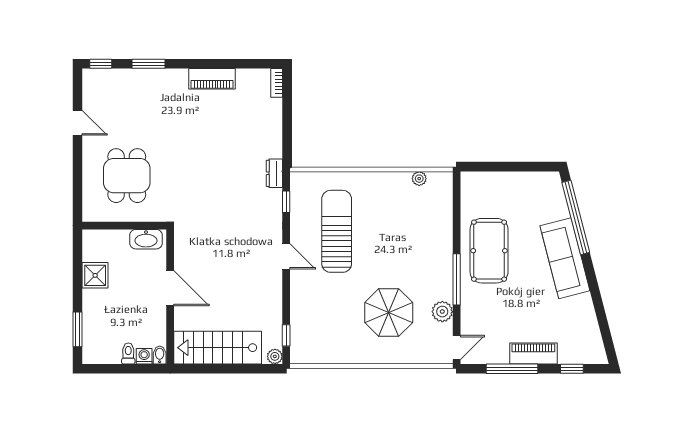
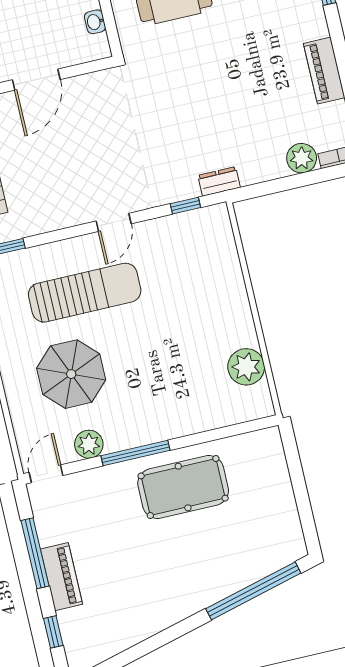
plant: (271, 110) -> (302, 158), added
plant: (419, 179) -> (246, 367), width x1.87, depth x1.87
sun lounger: (337, 231) -> (85, 293), moved
washbasin: (146, 239) -> (95, 22), width x0.52, depth x0.69
sofa: (565, 258) -> (196, 589), removed
door: (457, 347) -> (46, 474), swing flipped

